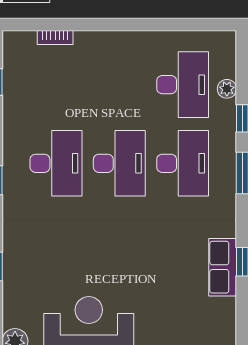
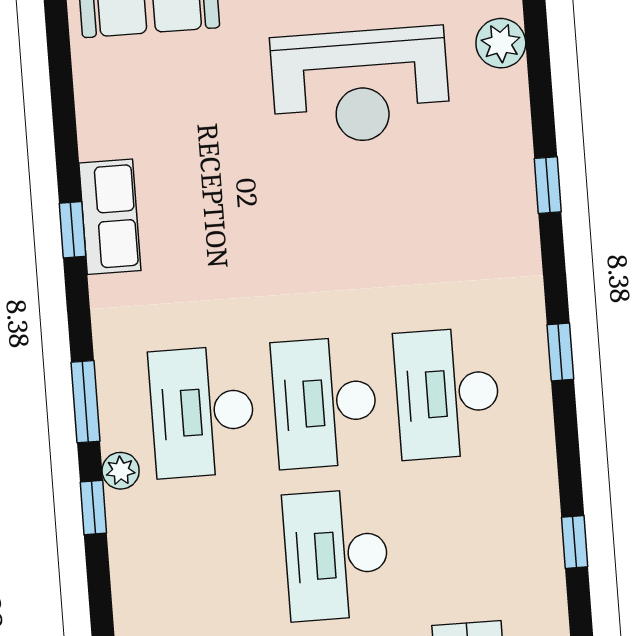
desk: (183, 85) -> (336, 555), moved
plant: (227, 89) -> (121, 471), moved

